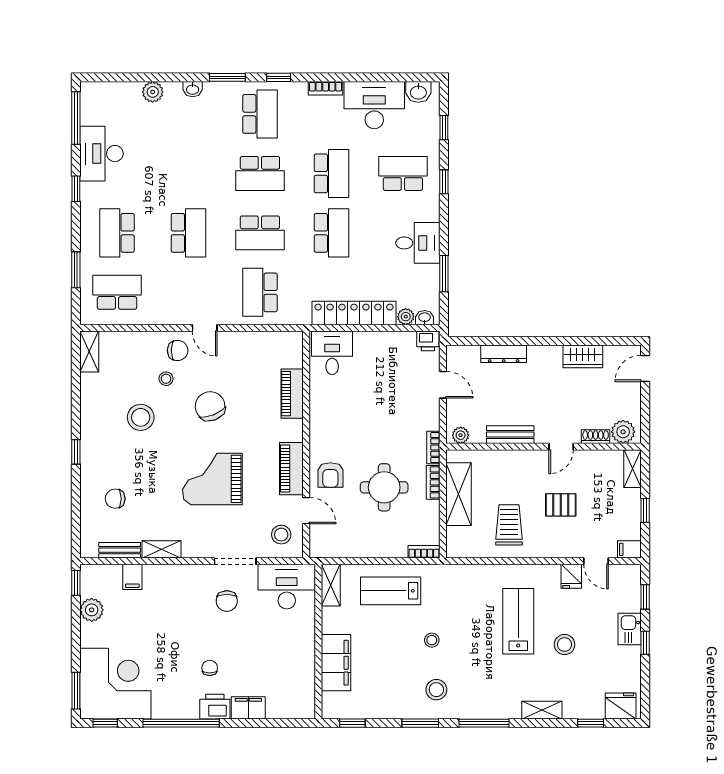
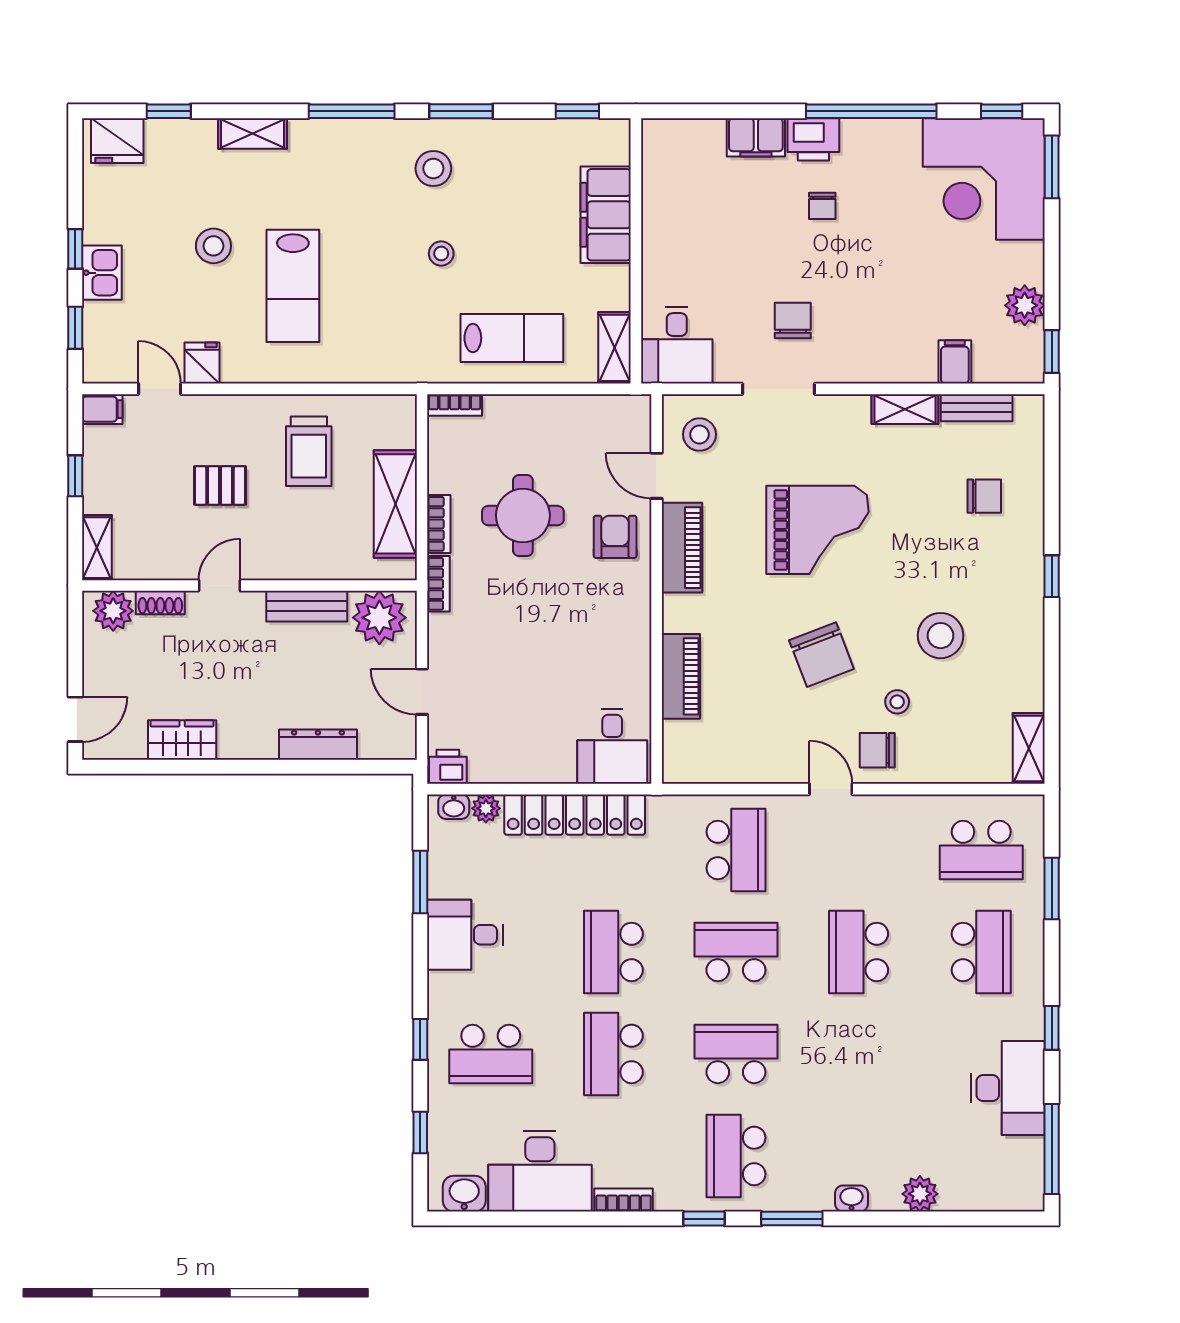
plant: (461, 435) -> (379, 618), width x1.88, depth x1.88
desk: (287, 587) -> (677, 345), width x0.73

